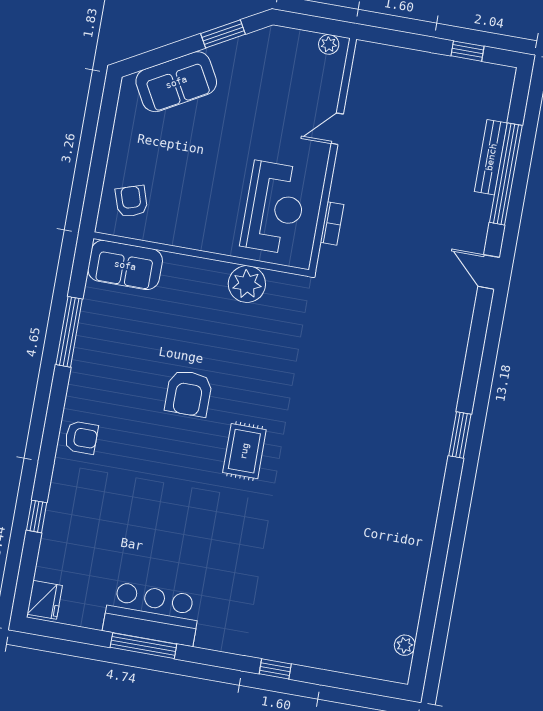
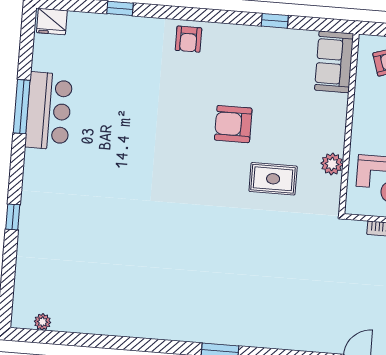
plant: (247, 284) -> (332, 164), width x0.73, depth x0.73
window: (69, 332) -> (275, 21), width x0.46
rug: (244, 451) -> (273, 179), moved

